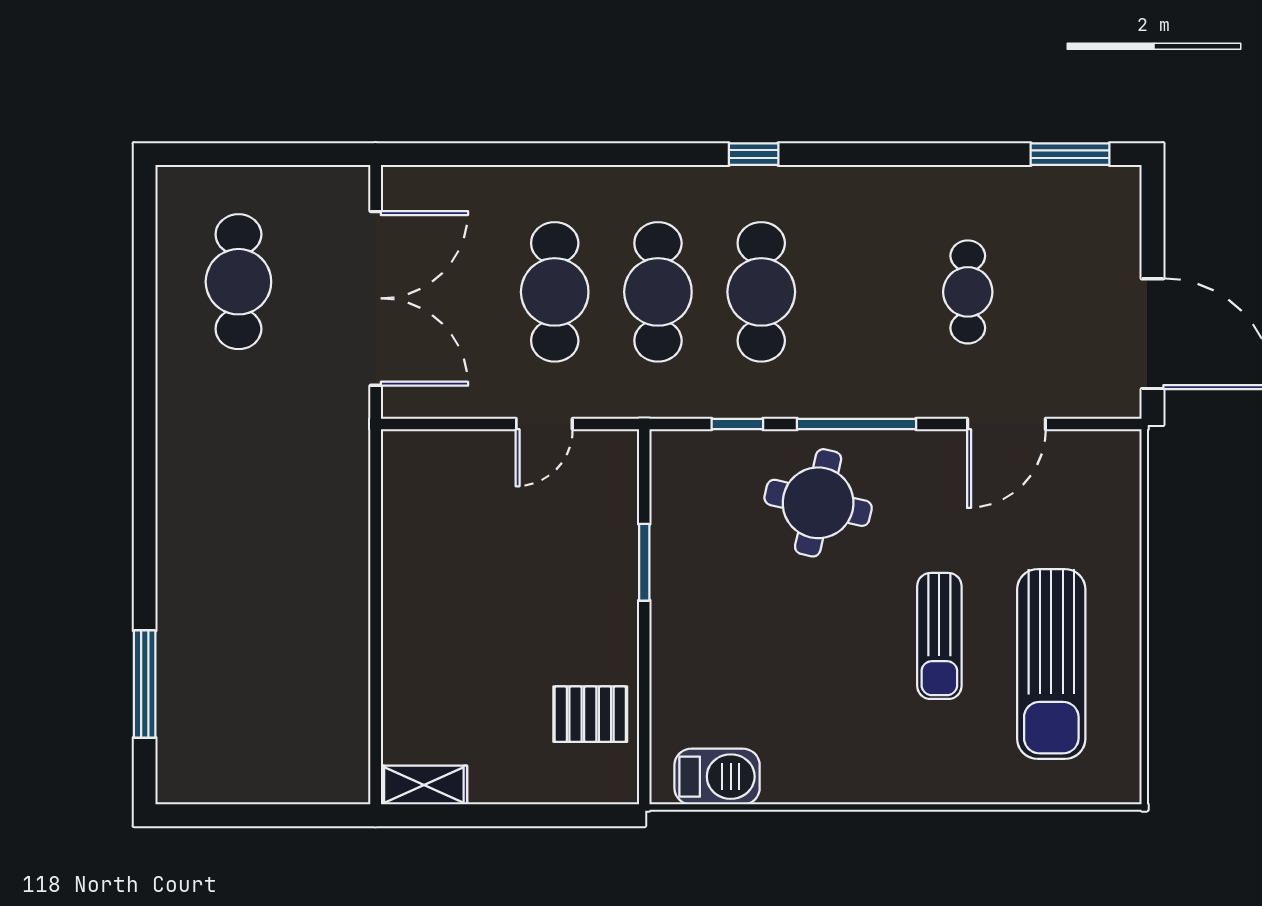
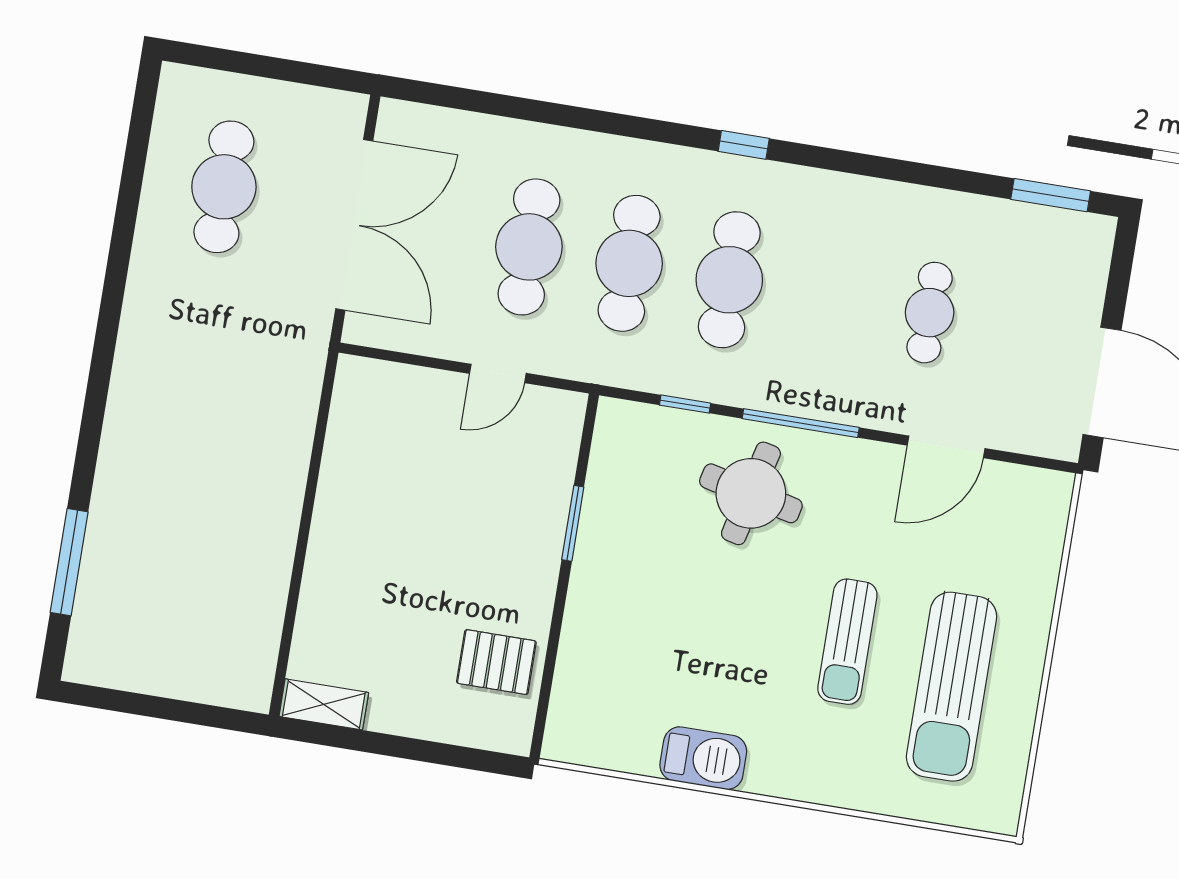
barbecue: (717, 777) -> (703, 758), moved

